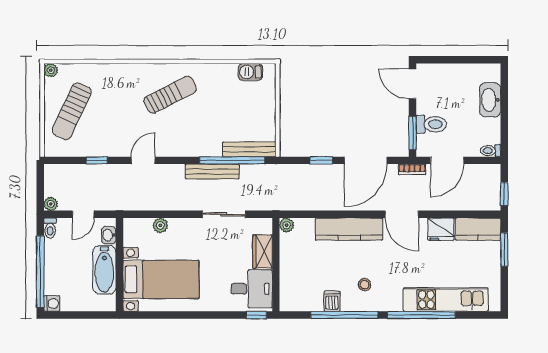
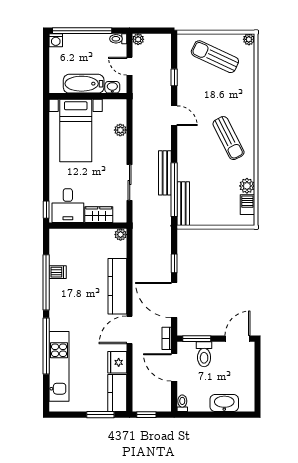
plant: (228, 73) -> (247, 186), added
stool: (364, 285) -> (71, 299), removed

